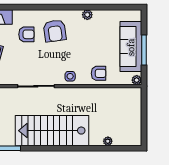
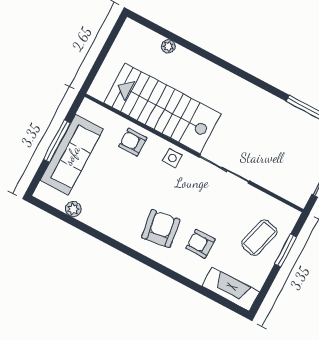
plant: (87, 15) -> (73, 209), moved
plant: (137, 80) -> (88, 107), removed
stairs: (52, 131) -> (162, 108), moved, turned 180

